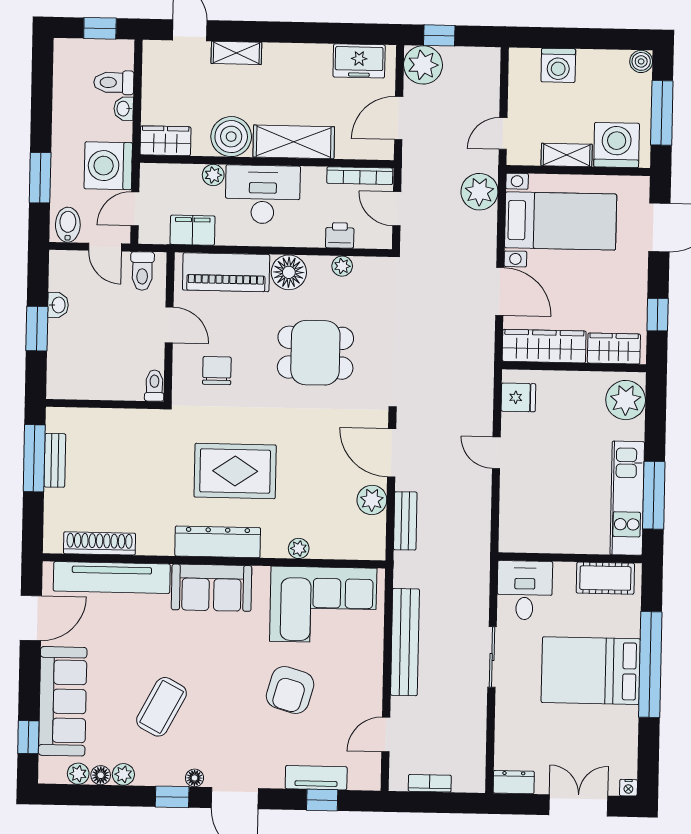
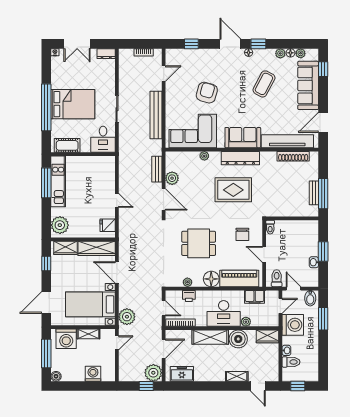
tv unit: (316, 778) -> (194, 54), removed

